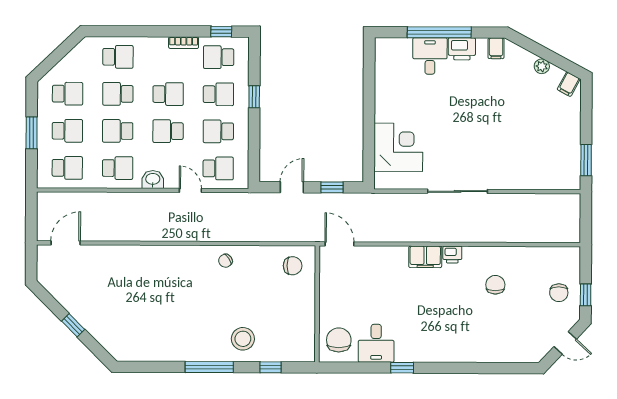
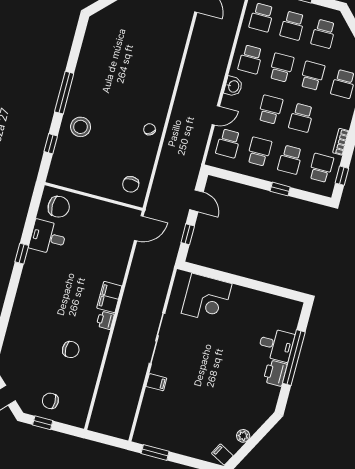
filing cabinet: (496, 48) -> (156, 382), moved, turned 180

